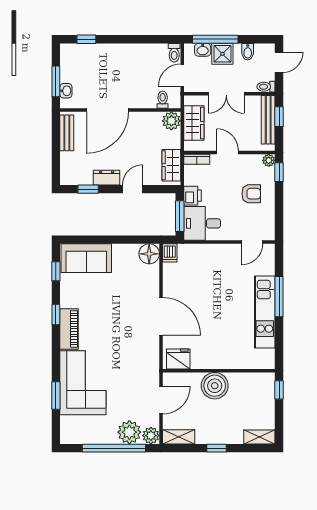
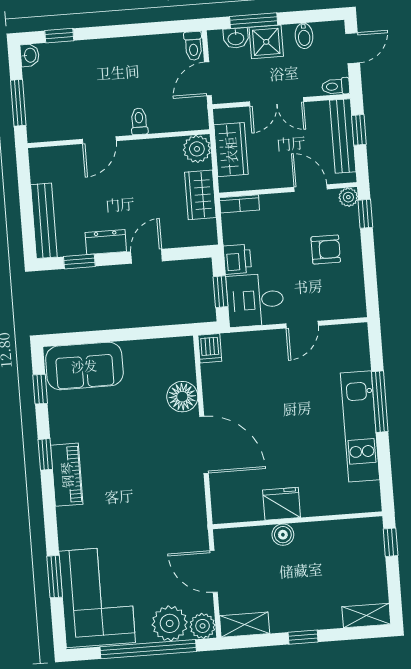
window: (215, 39) -> (254, 21), width x0.69
washbasin: (66, 91) -> (30, 55), moved
toilet: (163, 100) -> (139, 121), moved
door: (107, 110) -> (99, 140), width x0.53
bench: (67, 133) -> (44, 221), moved, width x1.36
door: (228, 152) -> (311, 188), moved
wardrobe: (171, 165) -> (200, 195), moved
window: (180, 216) -> (221, 292), width x0.67
door: (252, 242) -> (302, 325), moved
floor lamp: (149, 254) -> (182, 397), moved
fridge: (178, 359) -> (282, 504), moved
corner sofa: (83, 383) -> (97, 597), moved
boiler: (215, 386) -> (283, 535), width x0.54, depth x0.54
door: (161, 400) -> (214, 571), swing flipped

